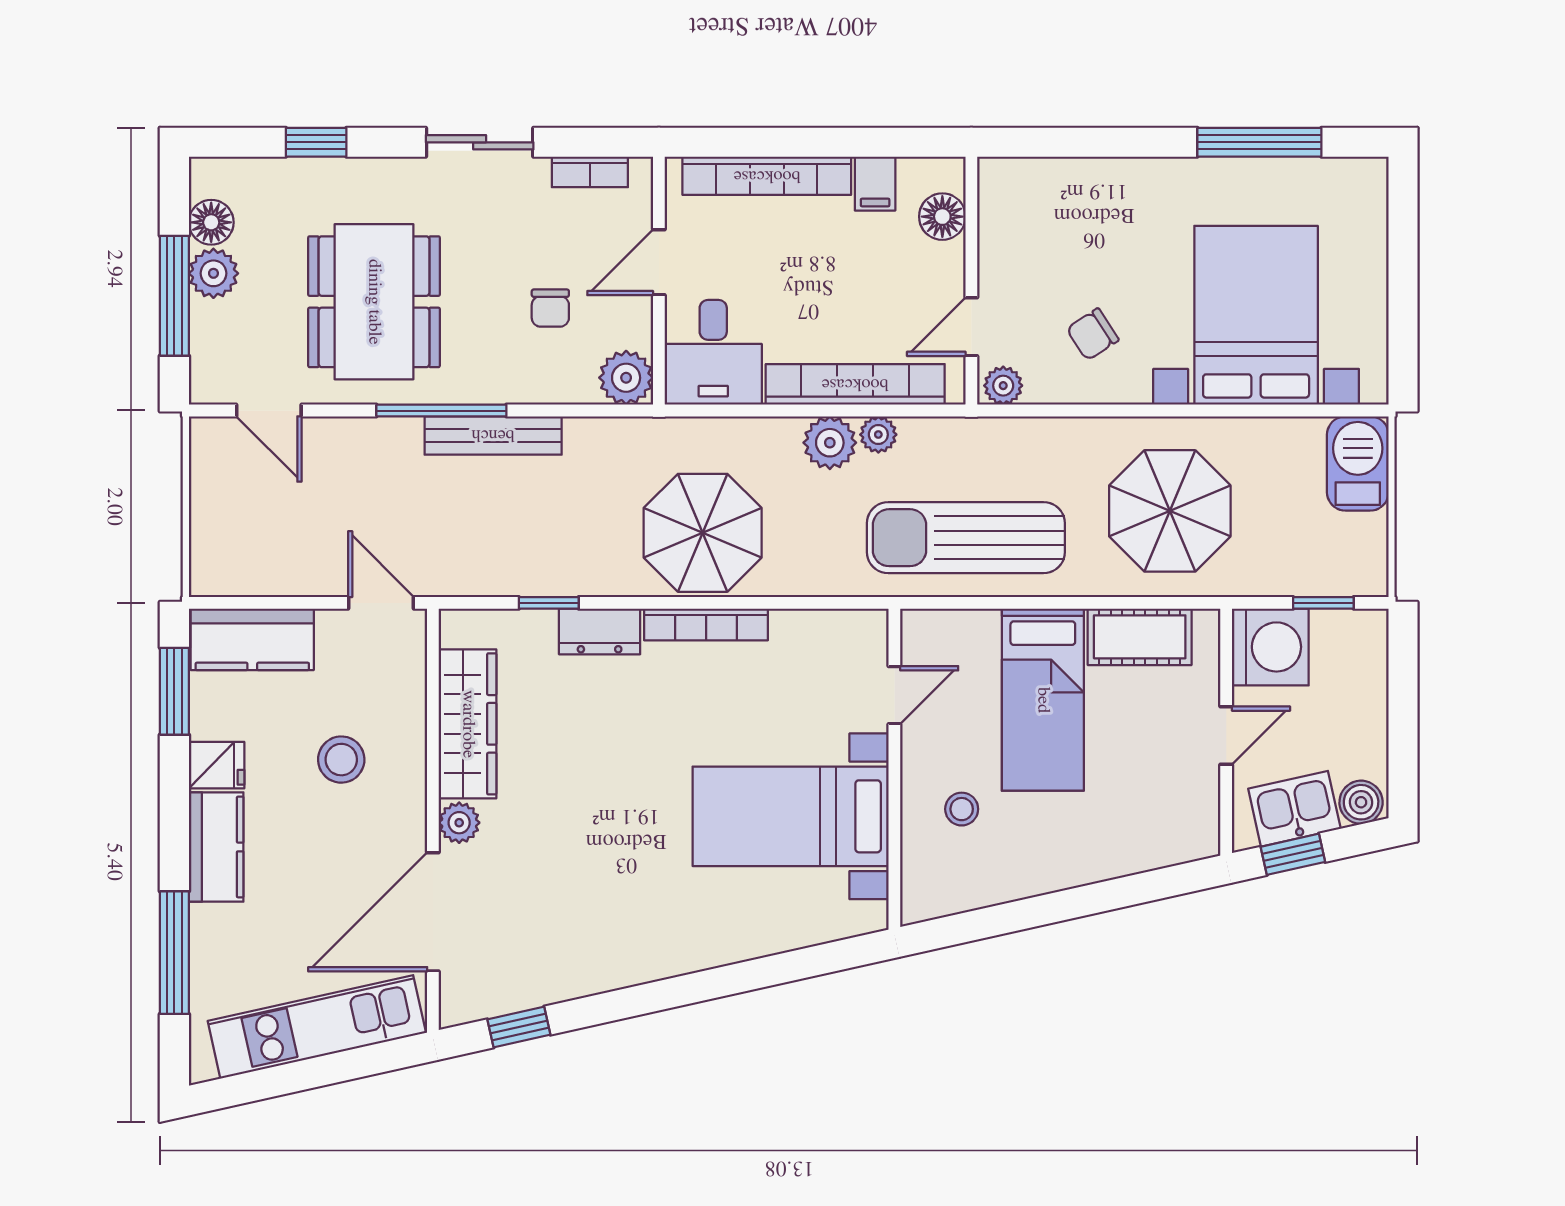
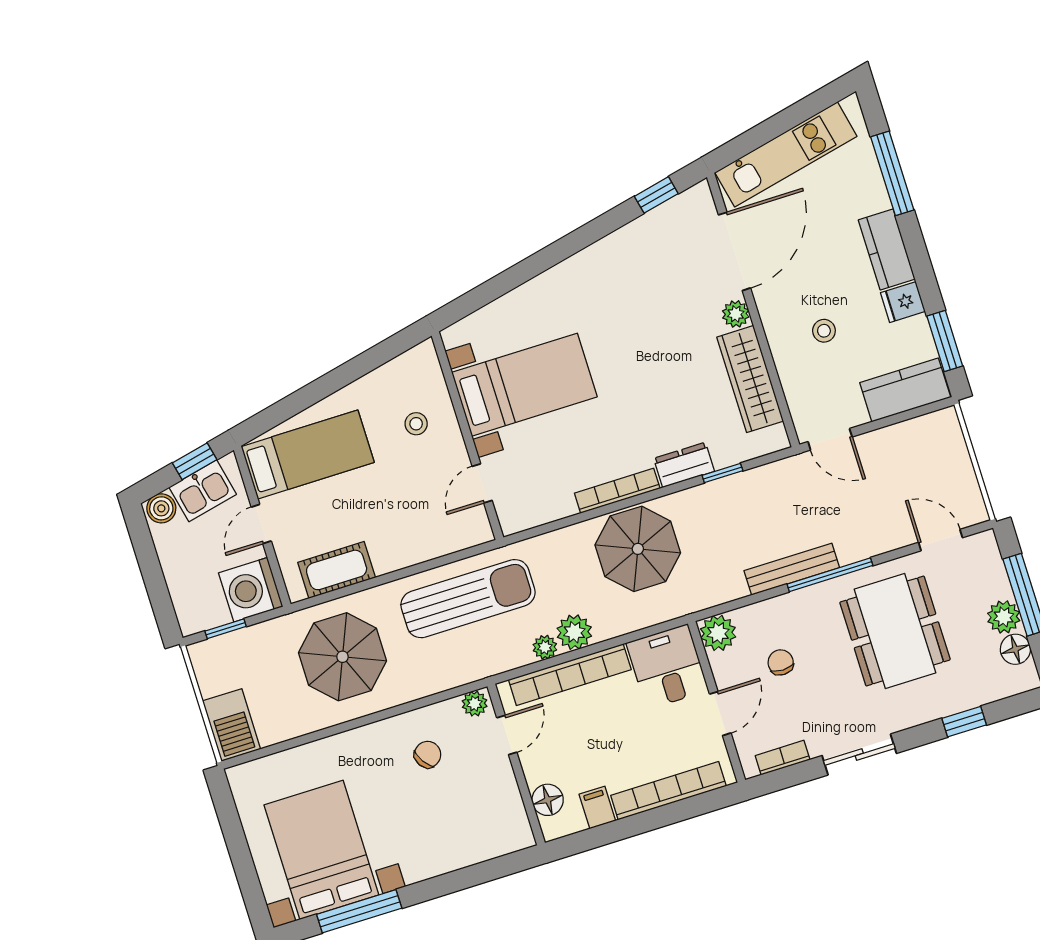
bed with nightstands: (1256, 315) -> (321, 850), moved, turned 180
bed: (1043, 700) -> (308, 454), moved, turned 90
stool: (341, 760) -> (824, 331), width x0.73, depth x0.73

